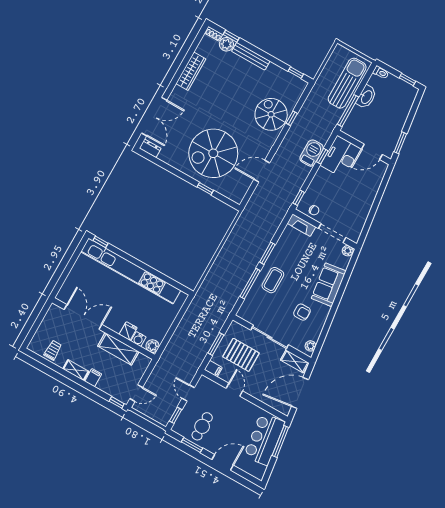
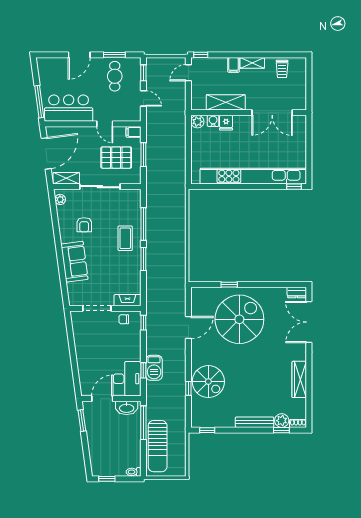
washbasin: (366, 97) -> (127, 408), moved, turned -90
plant: (348, 251) -> (75, 301), removed
armchair: (302, 312) -> (84, 225), turned -90
bar counter: (264, 439) -> (69, 108), moved, turned -82

